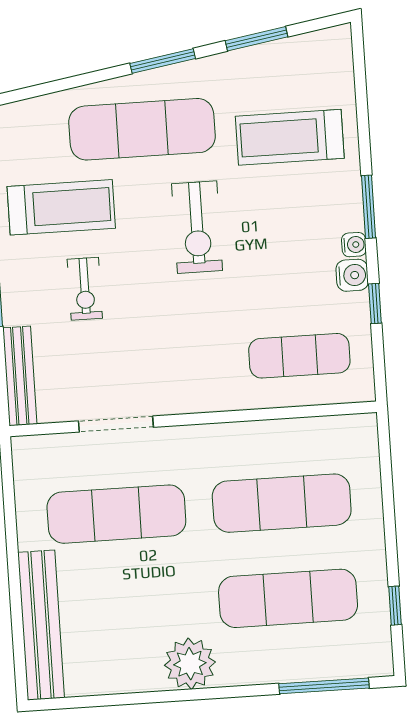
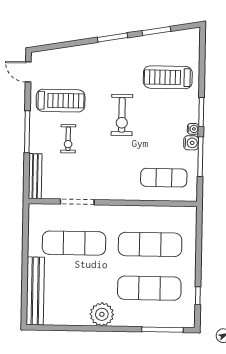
exercise mat: (142, 129) -> (100, 68), removed
window: (375, 304) -> (200, 157), width x2.17

